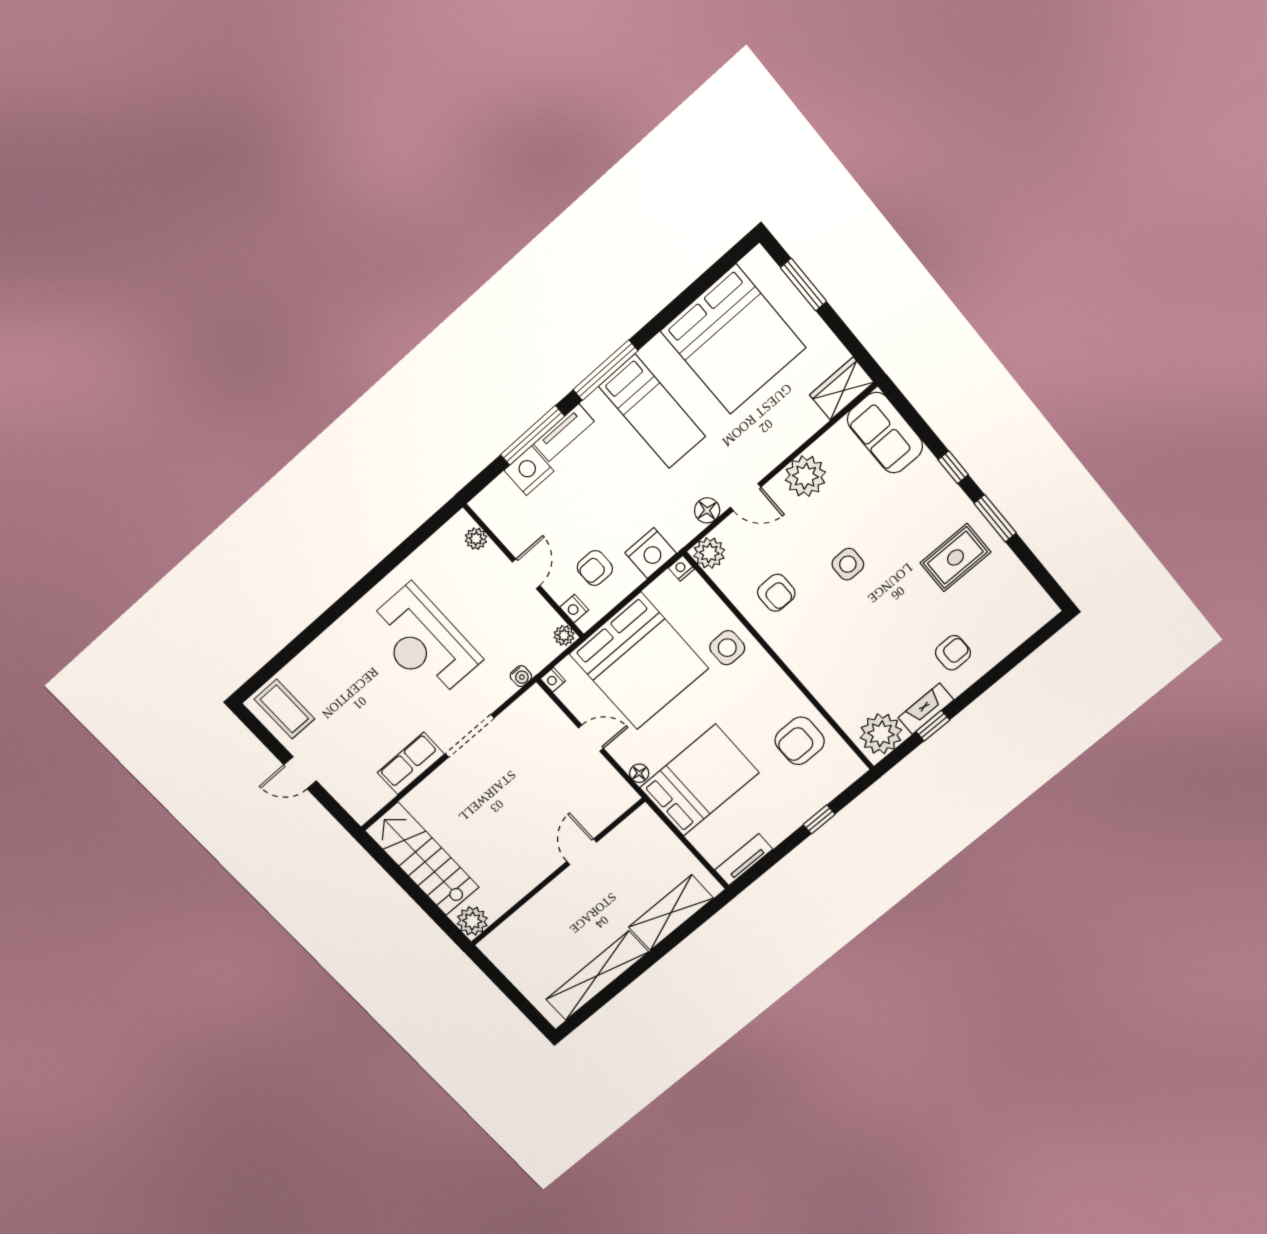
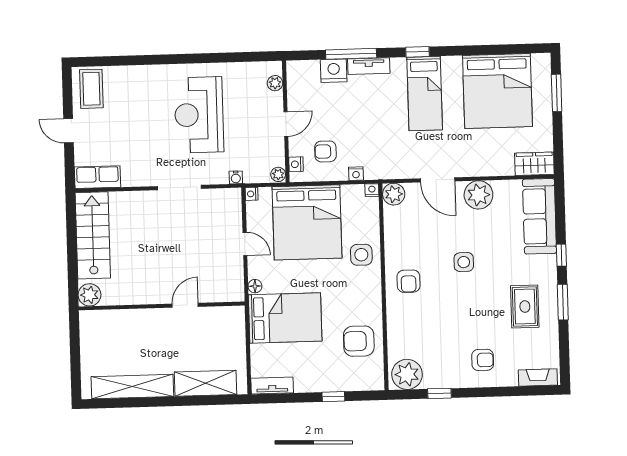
window: (605, 370) -> (417, 52), width x0.46
sofa: (885, 433) -> (539, 216), width x1.36
door: (746, 497) -> (438, 180), width x1.38
floor lamp: (707, 510) -> (411, 170), removed
nightstand: (651, 553) -> (356, 174), width x0.53, depth x0.56
rug: (955, 558) -> (525, 307), turned 90
armchair: (776, 593) -> (409, 281), moved
fireplace: (926, 709) -> (538, 377), moved
row of seats: (411, 763) -> (97, 177), moved

